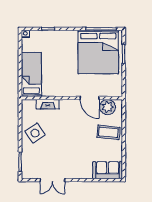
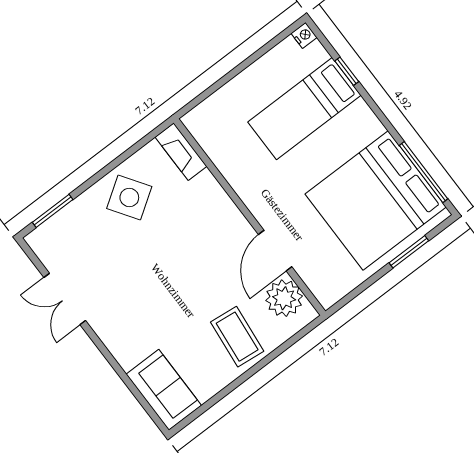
bed: (31, 74) -> (304, 109), moved, turned 180
fireplace: (48, 104) -> (181, 152), moved

